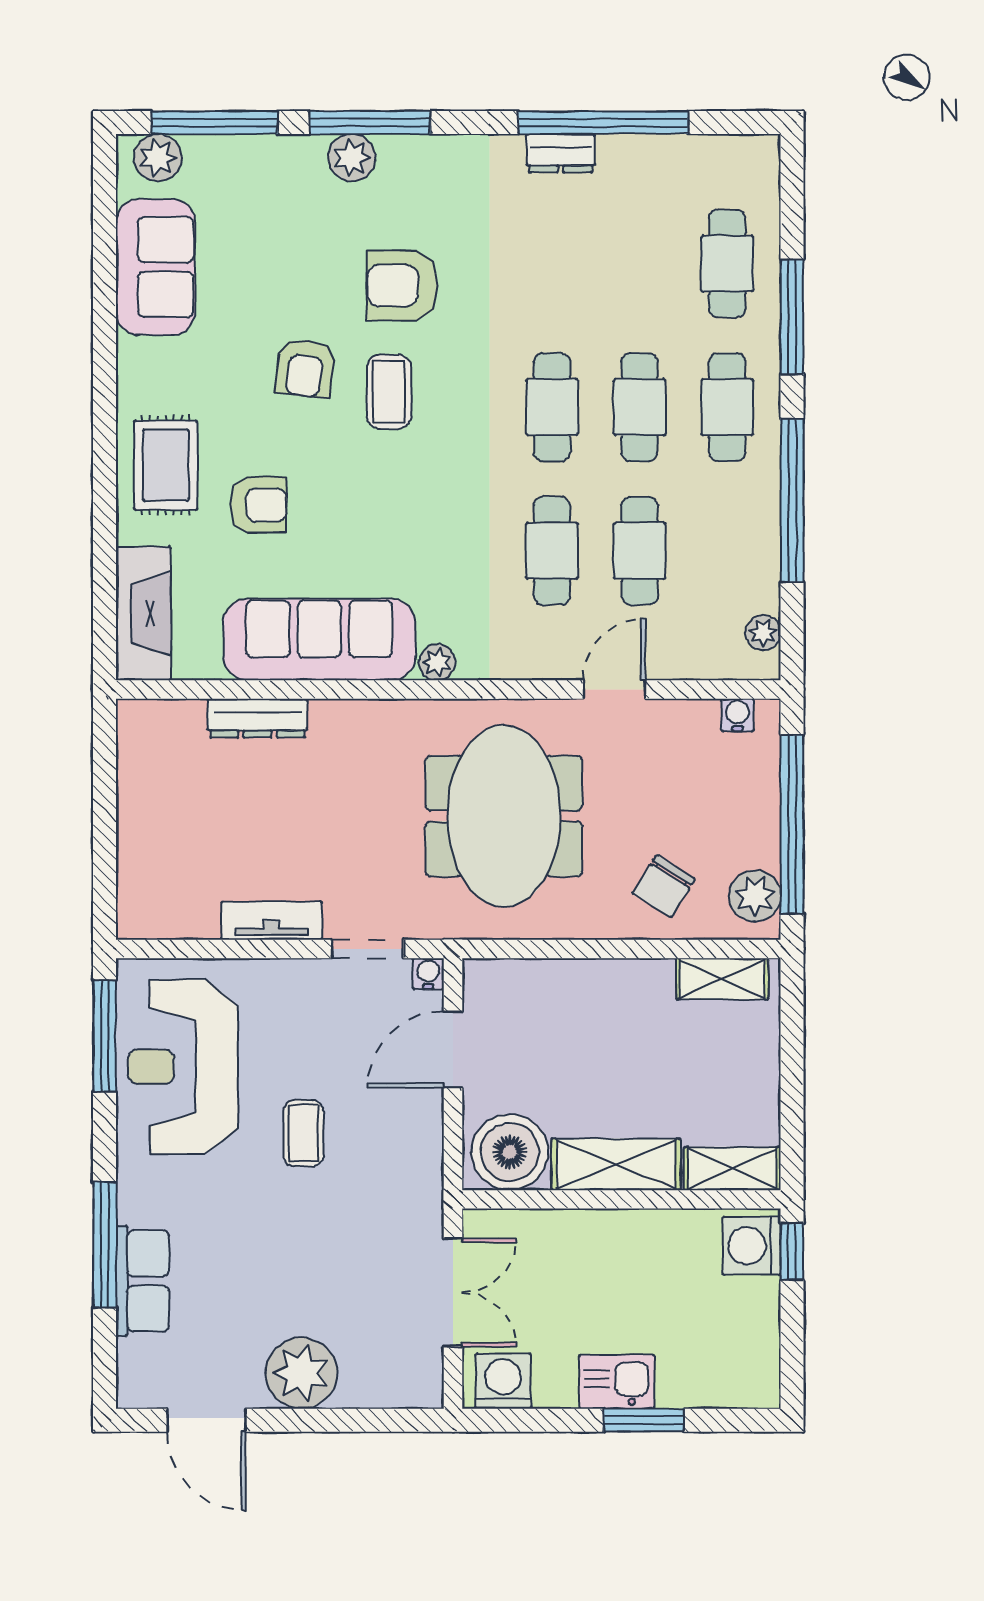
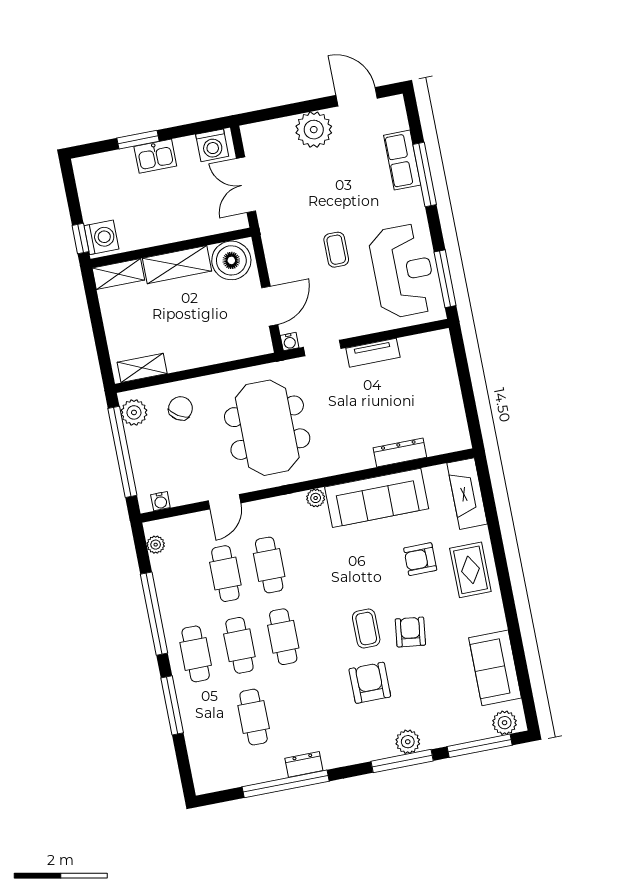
cafe table: (727, 264) -> (254, 717), moved
armchair: (402, 286) -> (370, 683), turned -90

